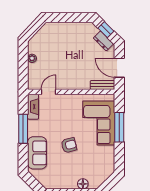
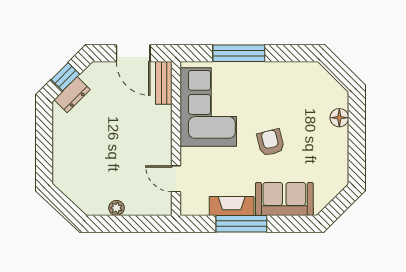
dresser: (103, 41) -> (72, 95), moved
door: (119, 68) -> (133, 53), hinge flipped
fireplace: (33, 107) -> (232, 206), moved
corner sofa: (99, 123) -> (208, 107), moved, turned -90

